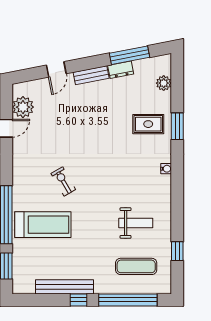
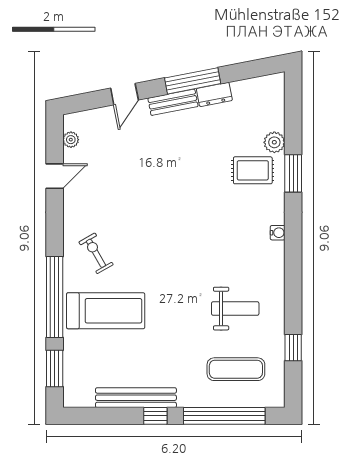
window: (129, 55) -> (193, 81), moved
plant: (164, 83) -> (274, 142), moved
plant: (23, 107) -> (71, 140), width x0.53, depth x0.53
exercise bike: (63, 181) -> (96, 253), moved

